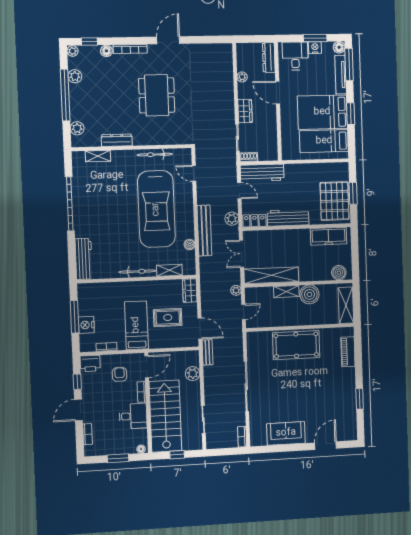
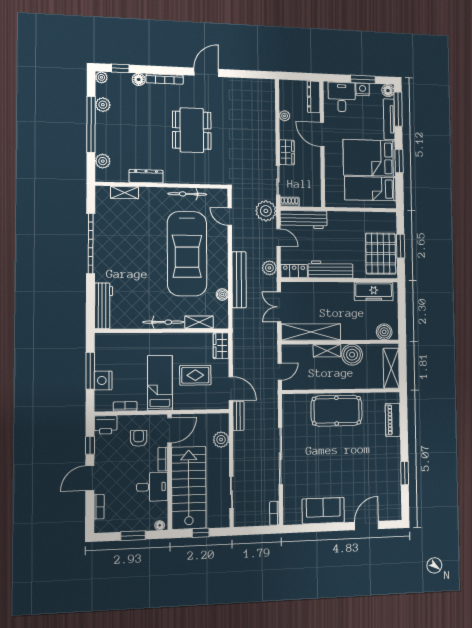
plant: (236, 290) -> (266, 211), moved, width x1.88, depth x1.88

